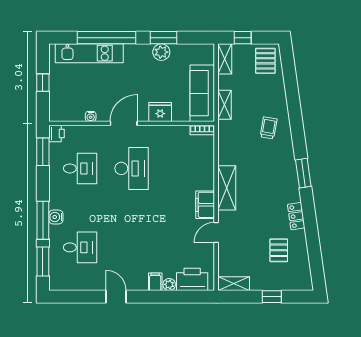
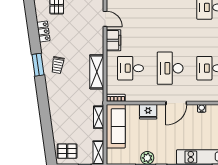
pallet: (265, 61) -> (67, 151), turned 90
trolley: (269, 128) -> (58, 65), moved
desk: (183, 168) -> (131, 68), added
shelving: (227, 188) -> (97, 72), moved
door: (216, 233) -> (105, 19), hinge flipped

